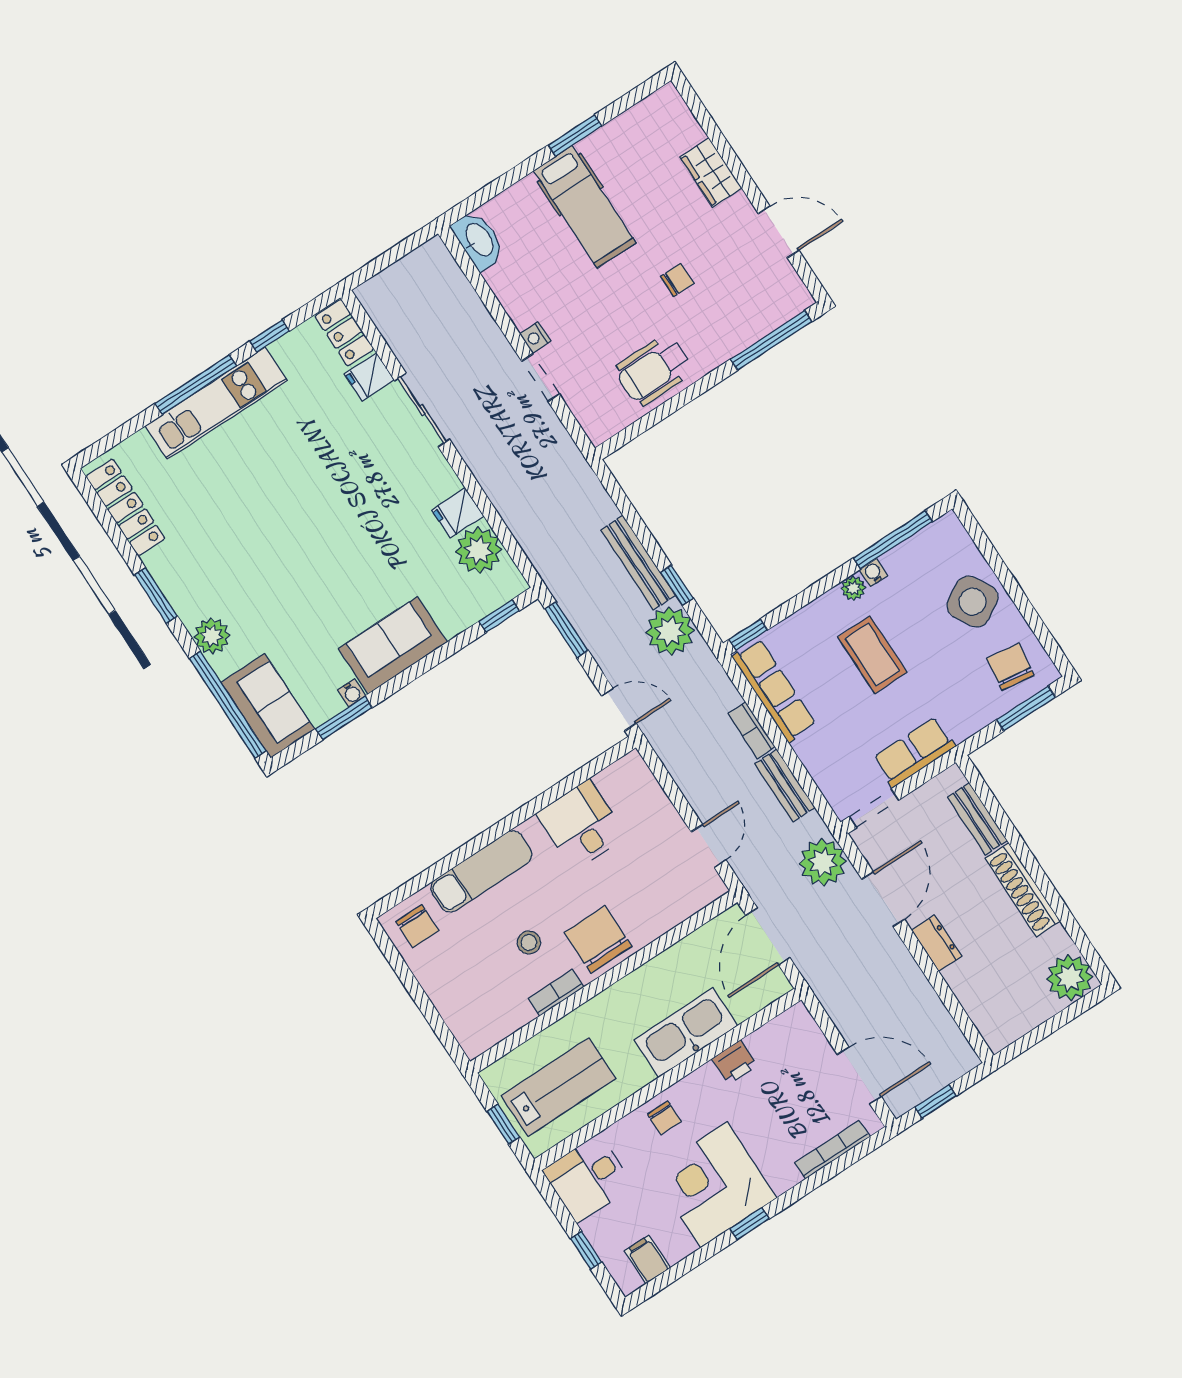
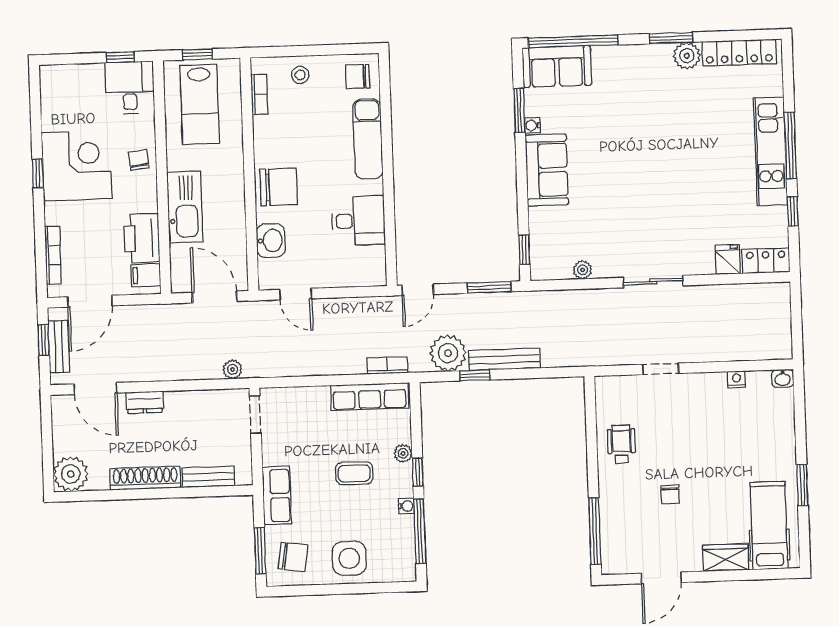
hospital bed: (585, 207) -> (769, 526), moved, turned 90
washbasin: (479, 240) -> (783, 378), width x0.52, depth x0.69
nightstand: (535, 337) -> (736, 379), moved
wheelchair: (654, 370) -> (621, 444), width x0.73, depth x0.73
sliding door: (422, 410) -> (653, 282), moved
fridge: (458, 513) -> (606, 263), removed
plant: (479, 550) -> (583, 270), width x0.53, depth x0.53
plant: (853, 588) -> (403, 453), moved
side table: (973, 602) -> (349, 558), turned 30
window: (748, 635) -> (418, 472), moved
plant: (212, 636) -> (687, 56), moved
coffee table: (872, 655) -> (354, 473), width x0.73, depth x0.77
bookcase: (751, 730) -> (387, 365), moved
row of seats: (914, 752) -> (277, 496), moved
bench: (785, 786) -> (59, 347), moved, turned 90
plant: (823, 862) -> (233, 369), width x0.53, depth x0.53
door: (883, 899) -> (95, 389), moved
washbasin: (665, 912) -> (271, 241), added
stool: (529, 942) -> (300, 75), moved
bookcase: (556, 993) -> (259, 94), moved
printer: (735, 1062) -> (142, 238), width x1.87, depth x1.48
chair: (664, 1118) -> (139, 160), turned 84
window: (586, 1251) -> (120, 57), moved
filing cabinet: (647, 1259) -> (146, 275), moved, turned 180

